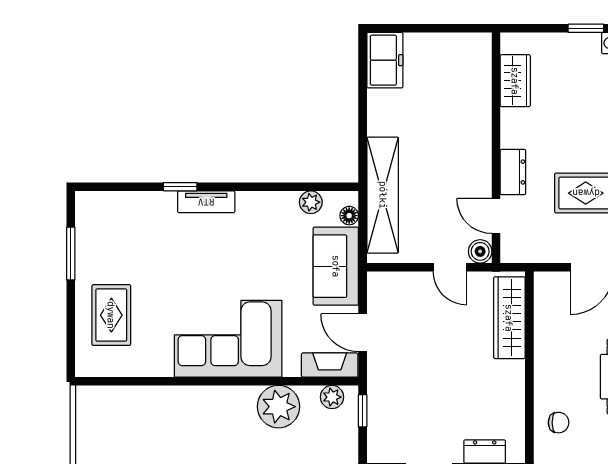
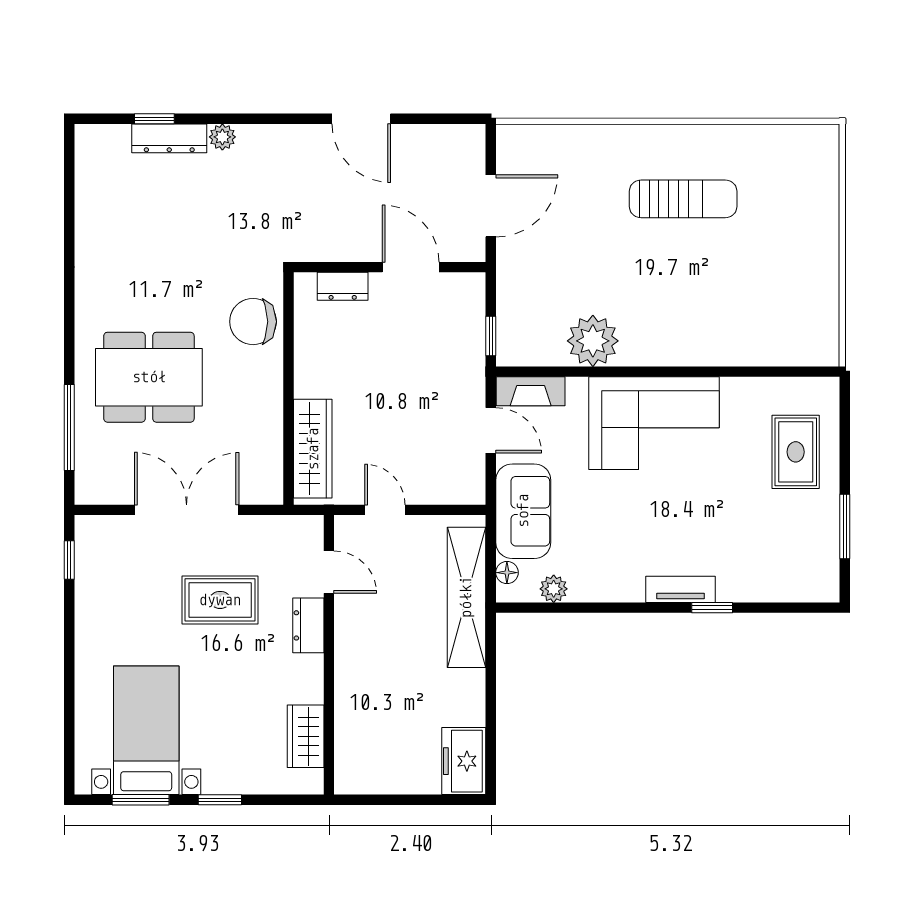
boiler: (480, 251) -> (348, 529), removed
plant: (332, 397) -> (528, 352), removed
chair: (559, 423) -> (253, 322), width x1.87, depth x1.87

